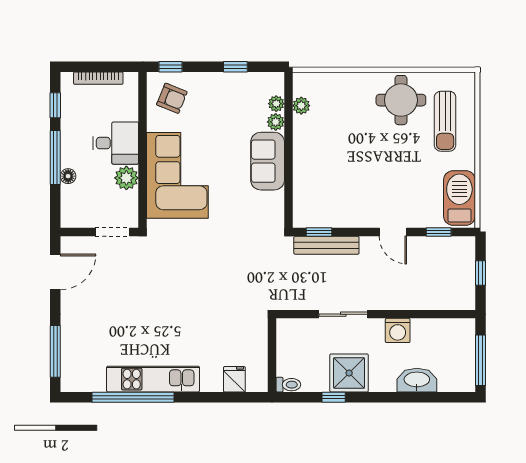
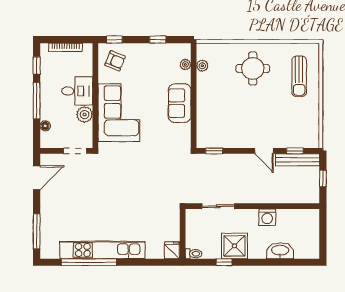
round table: (401, 100) -> (253, 68), moved
plant: (276, 122) -> (185, 77), removed
floor lamp: (68, 176) -> (45, 126), moved
barbecue: (459, 198) -> (309, 128), removed
bench: (326, 245) -> (298, 160), moved
sliding door: (343, 314) -> (218, 206), moved
window: (480, 360) -> (323, 237), removed
kitchen unit: (153, 379) -> (102, 250), width x1.36
fridge: (234, 379) -> (172, 250), moved

